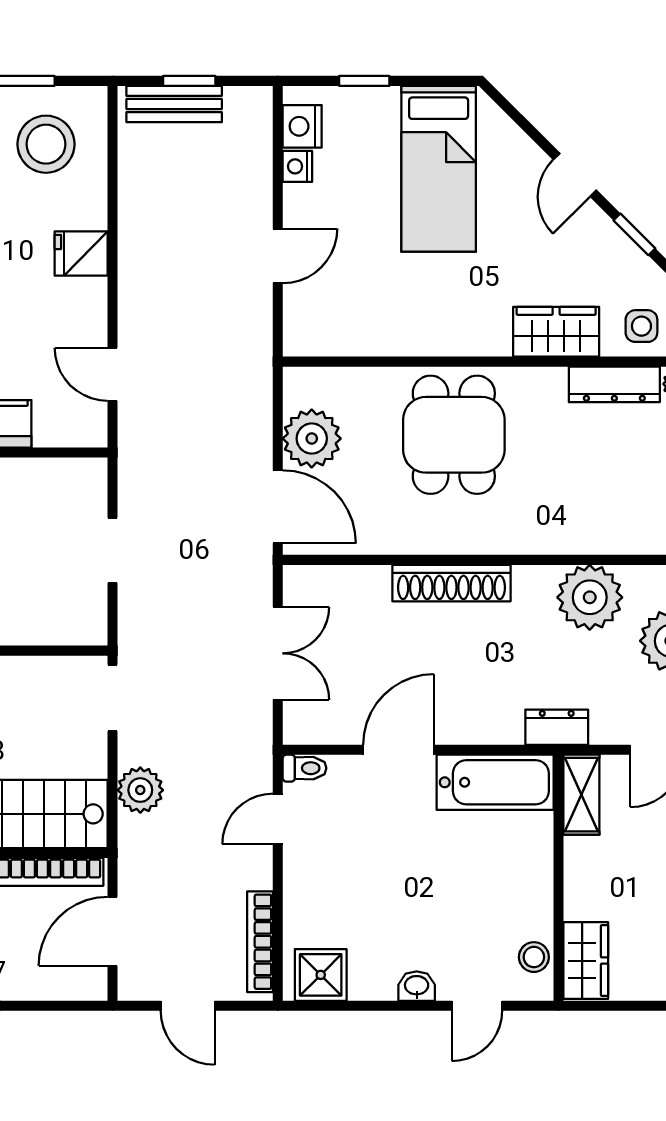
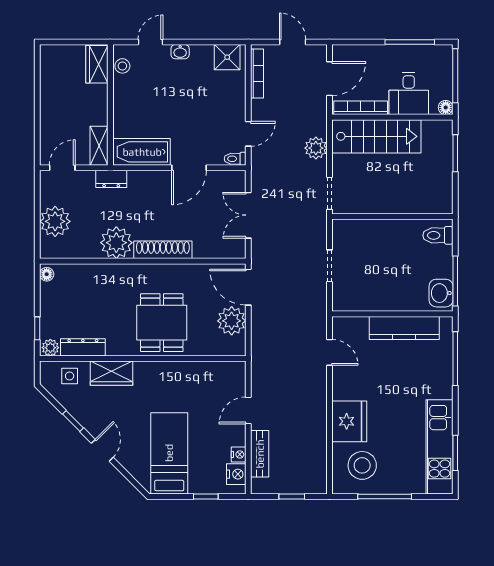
bench: (174, 104) -> (260, 454), moved, turned 90
fridge: (81, 253) -> (349, 421), width x1.88, depth x1.34
plant: (590, 597) -> (116, 243), moved

